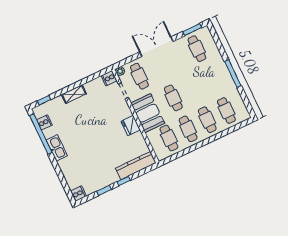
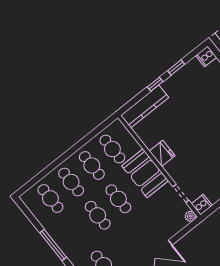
cafe table: (139, 76) -> (98, 215), moved

